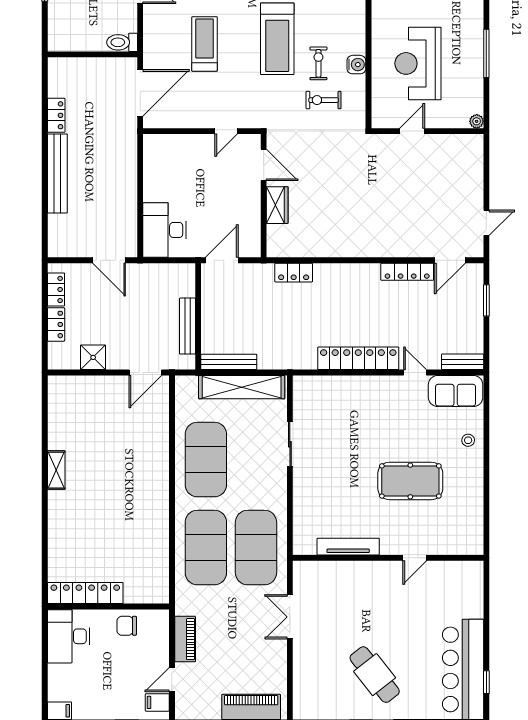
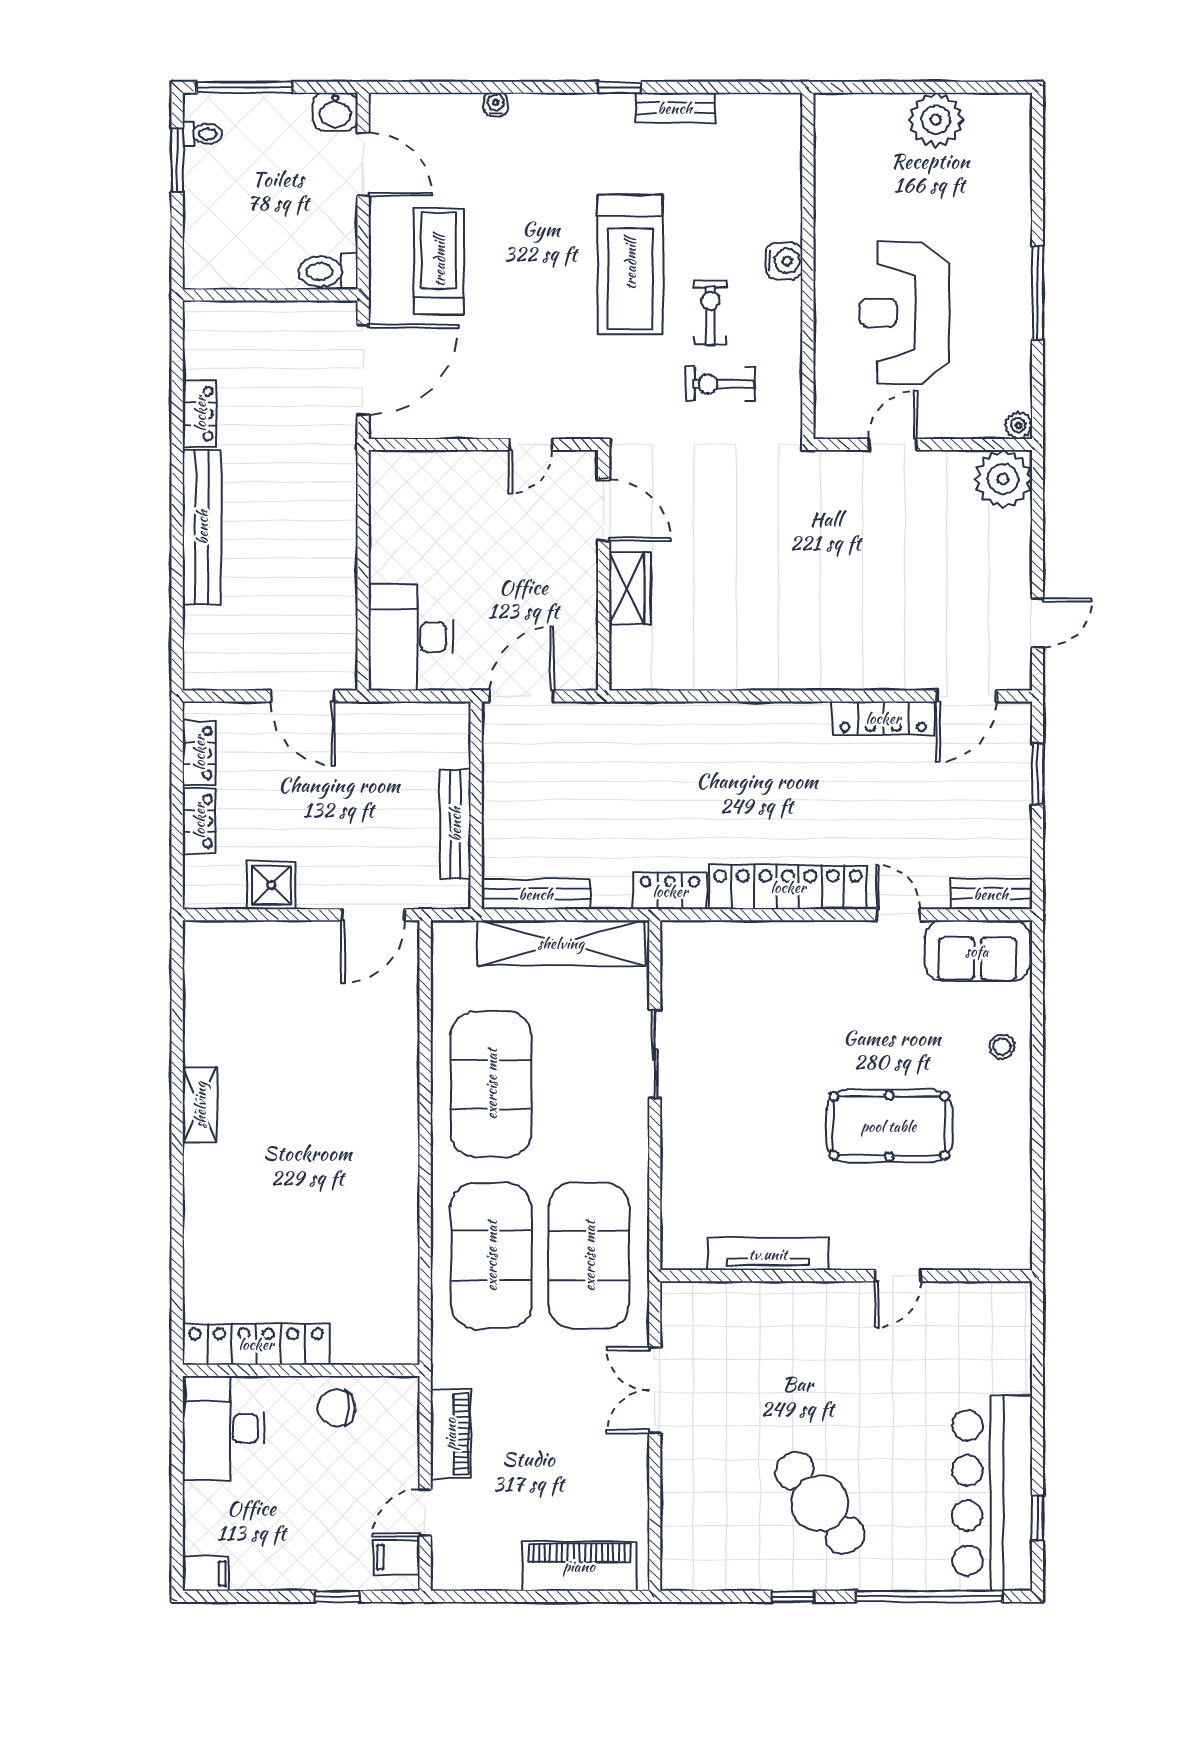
treadmill: (205, 44) -> (439, 261), moved
water cooler: (356, 65) -> (784, 261), moved
plant: (469, 149) -> (1003, 479), added
locker: (294, 273) -> (670, 891), moved, turned 180

